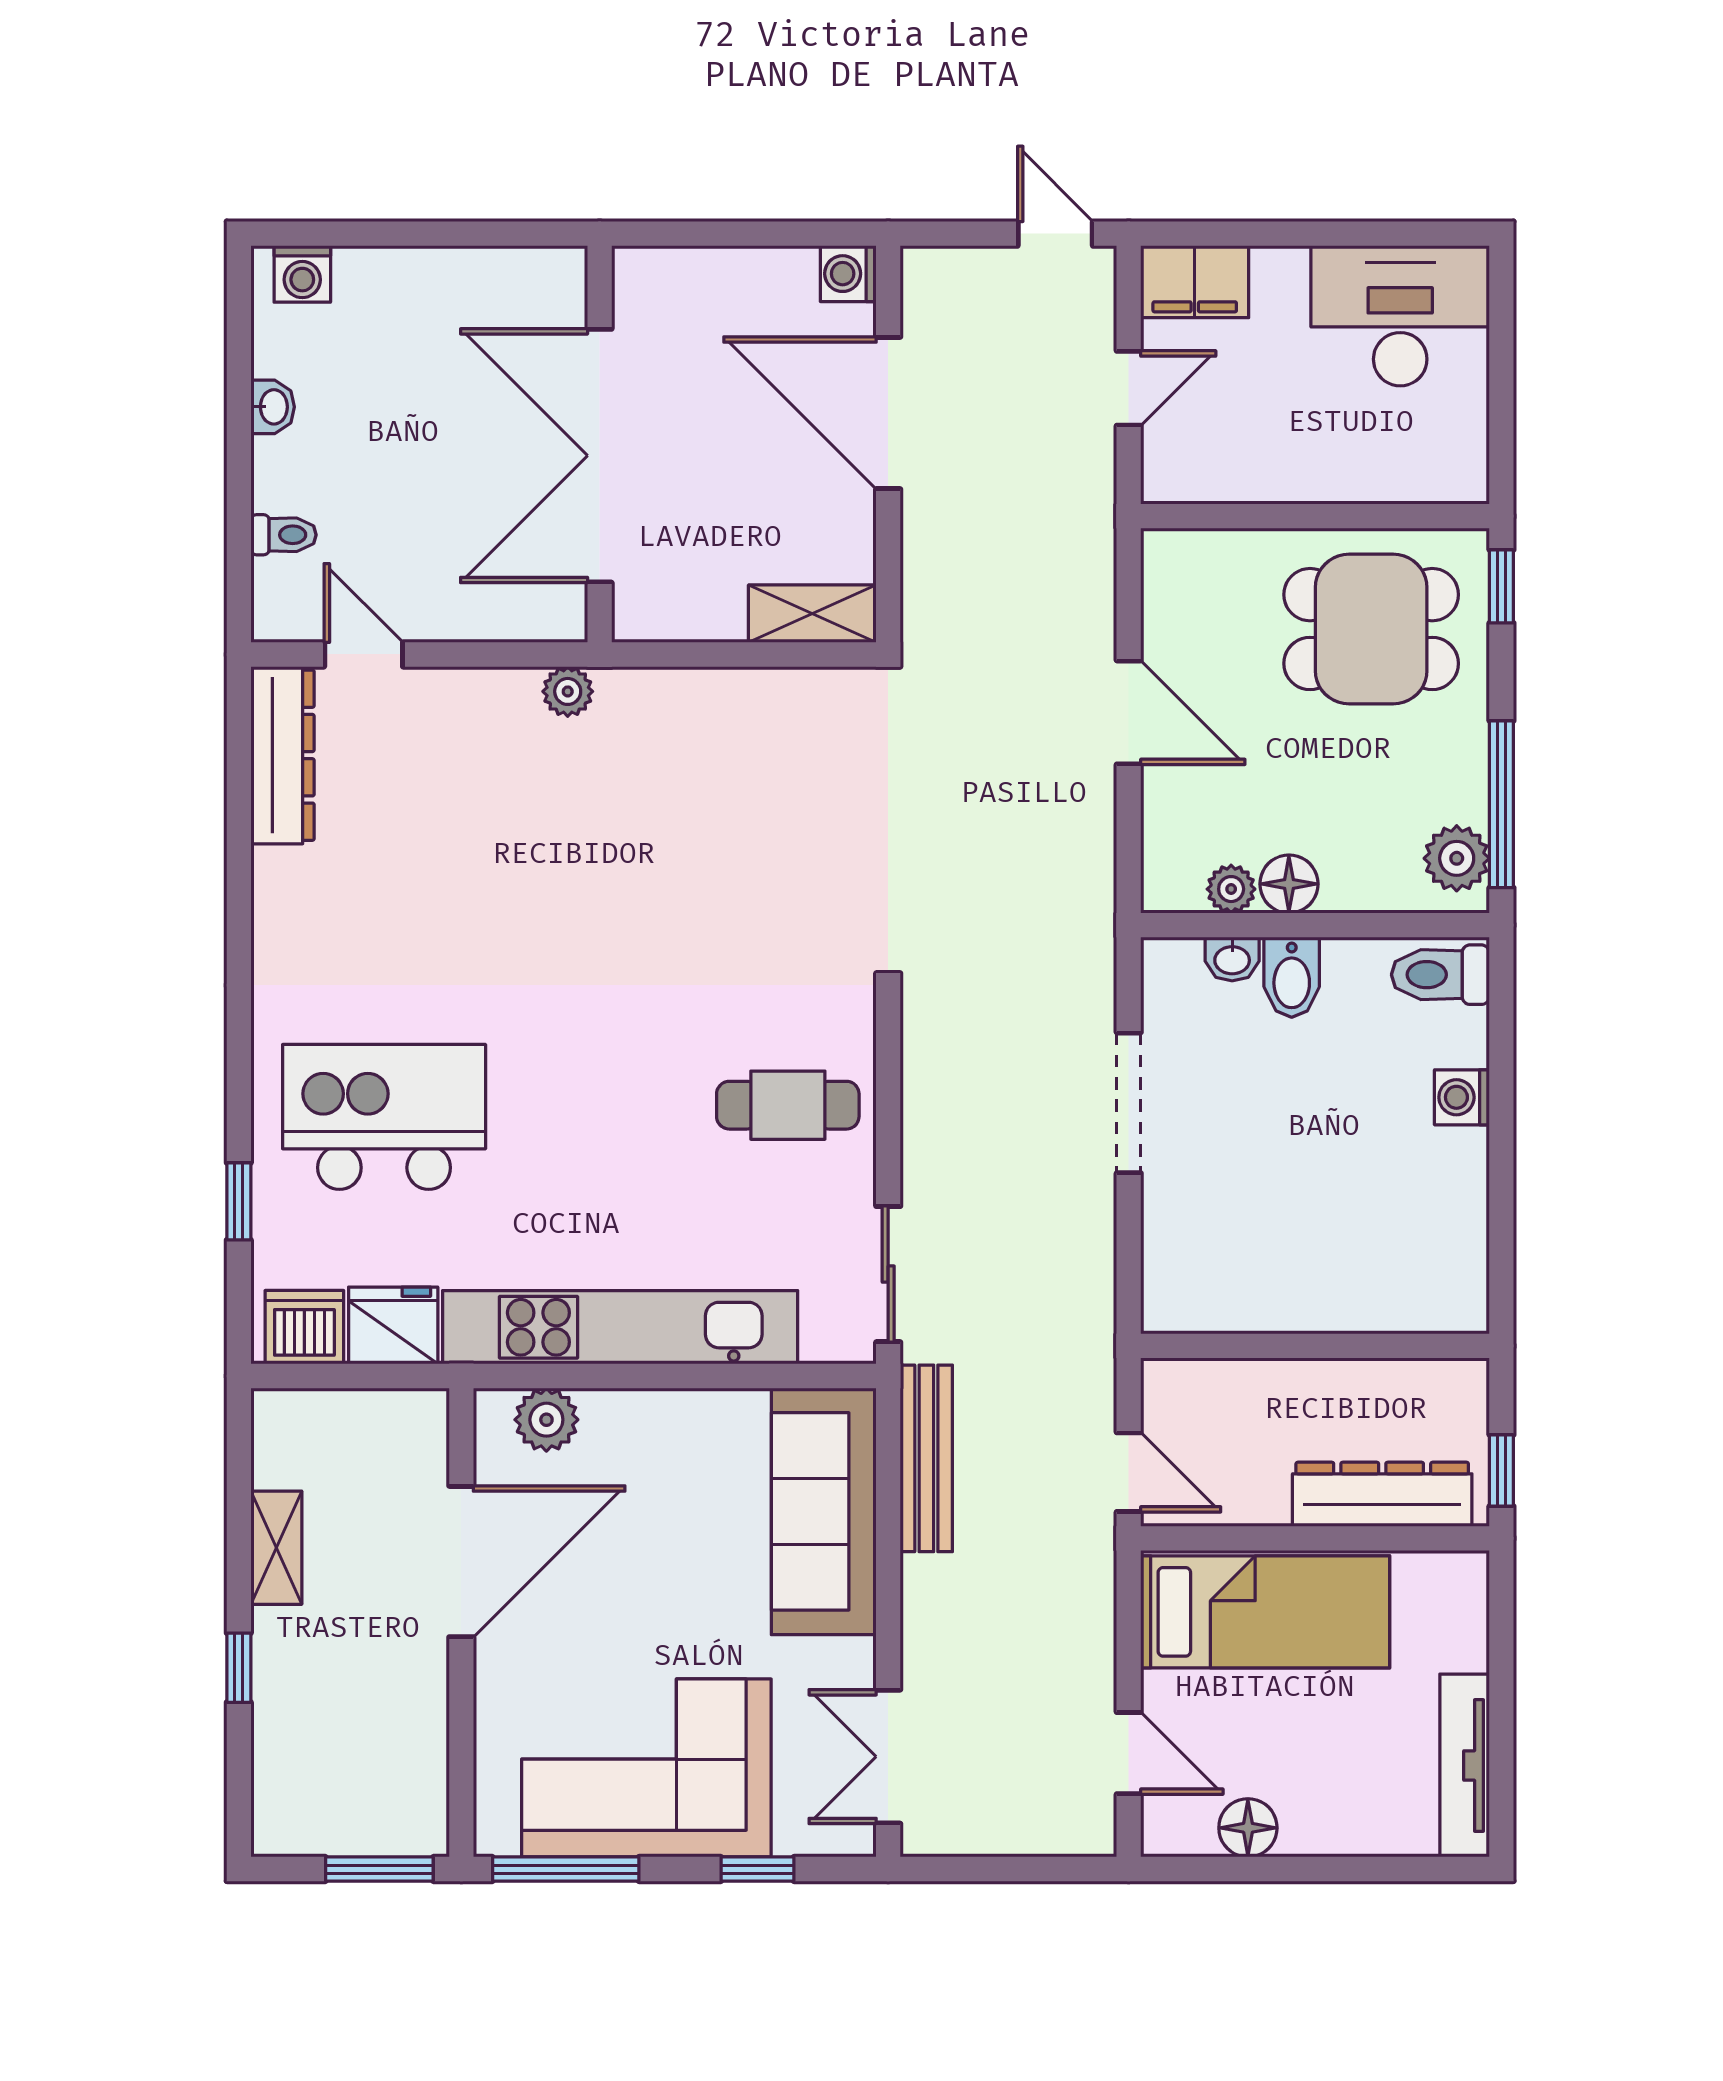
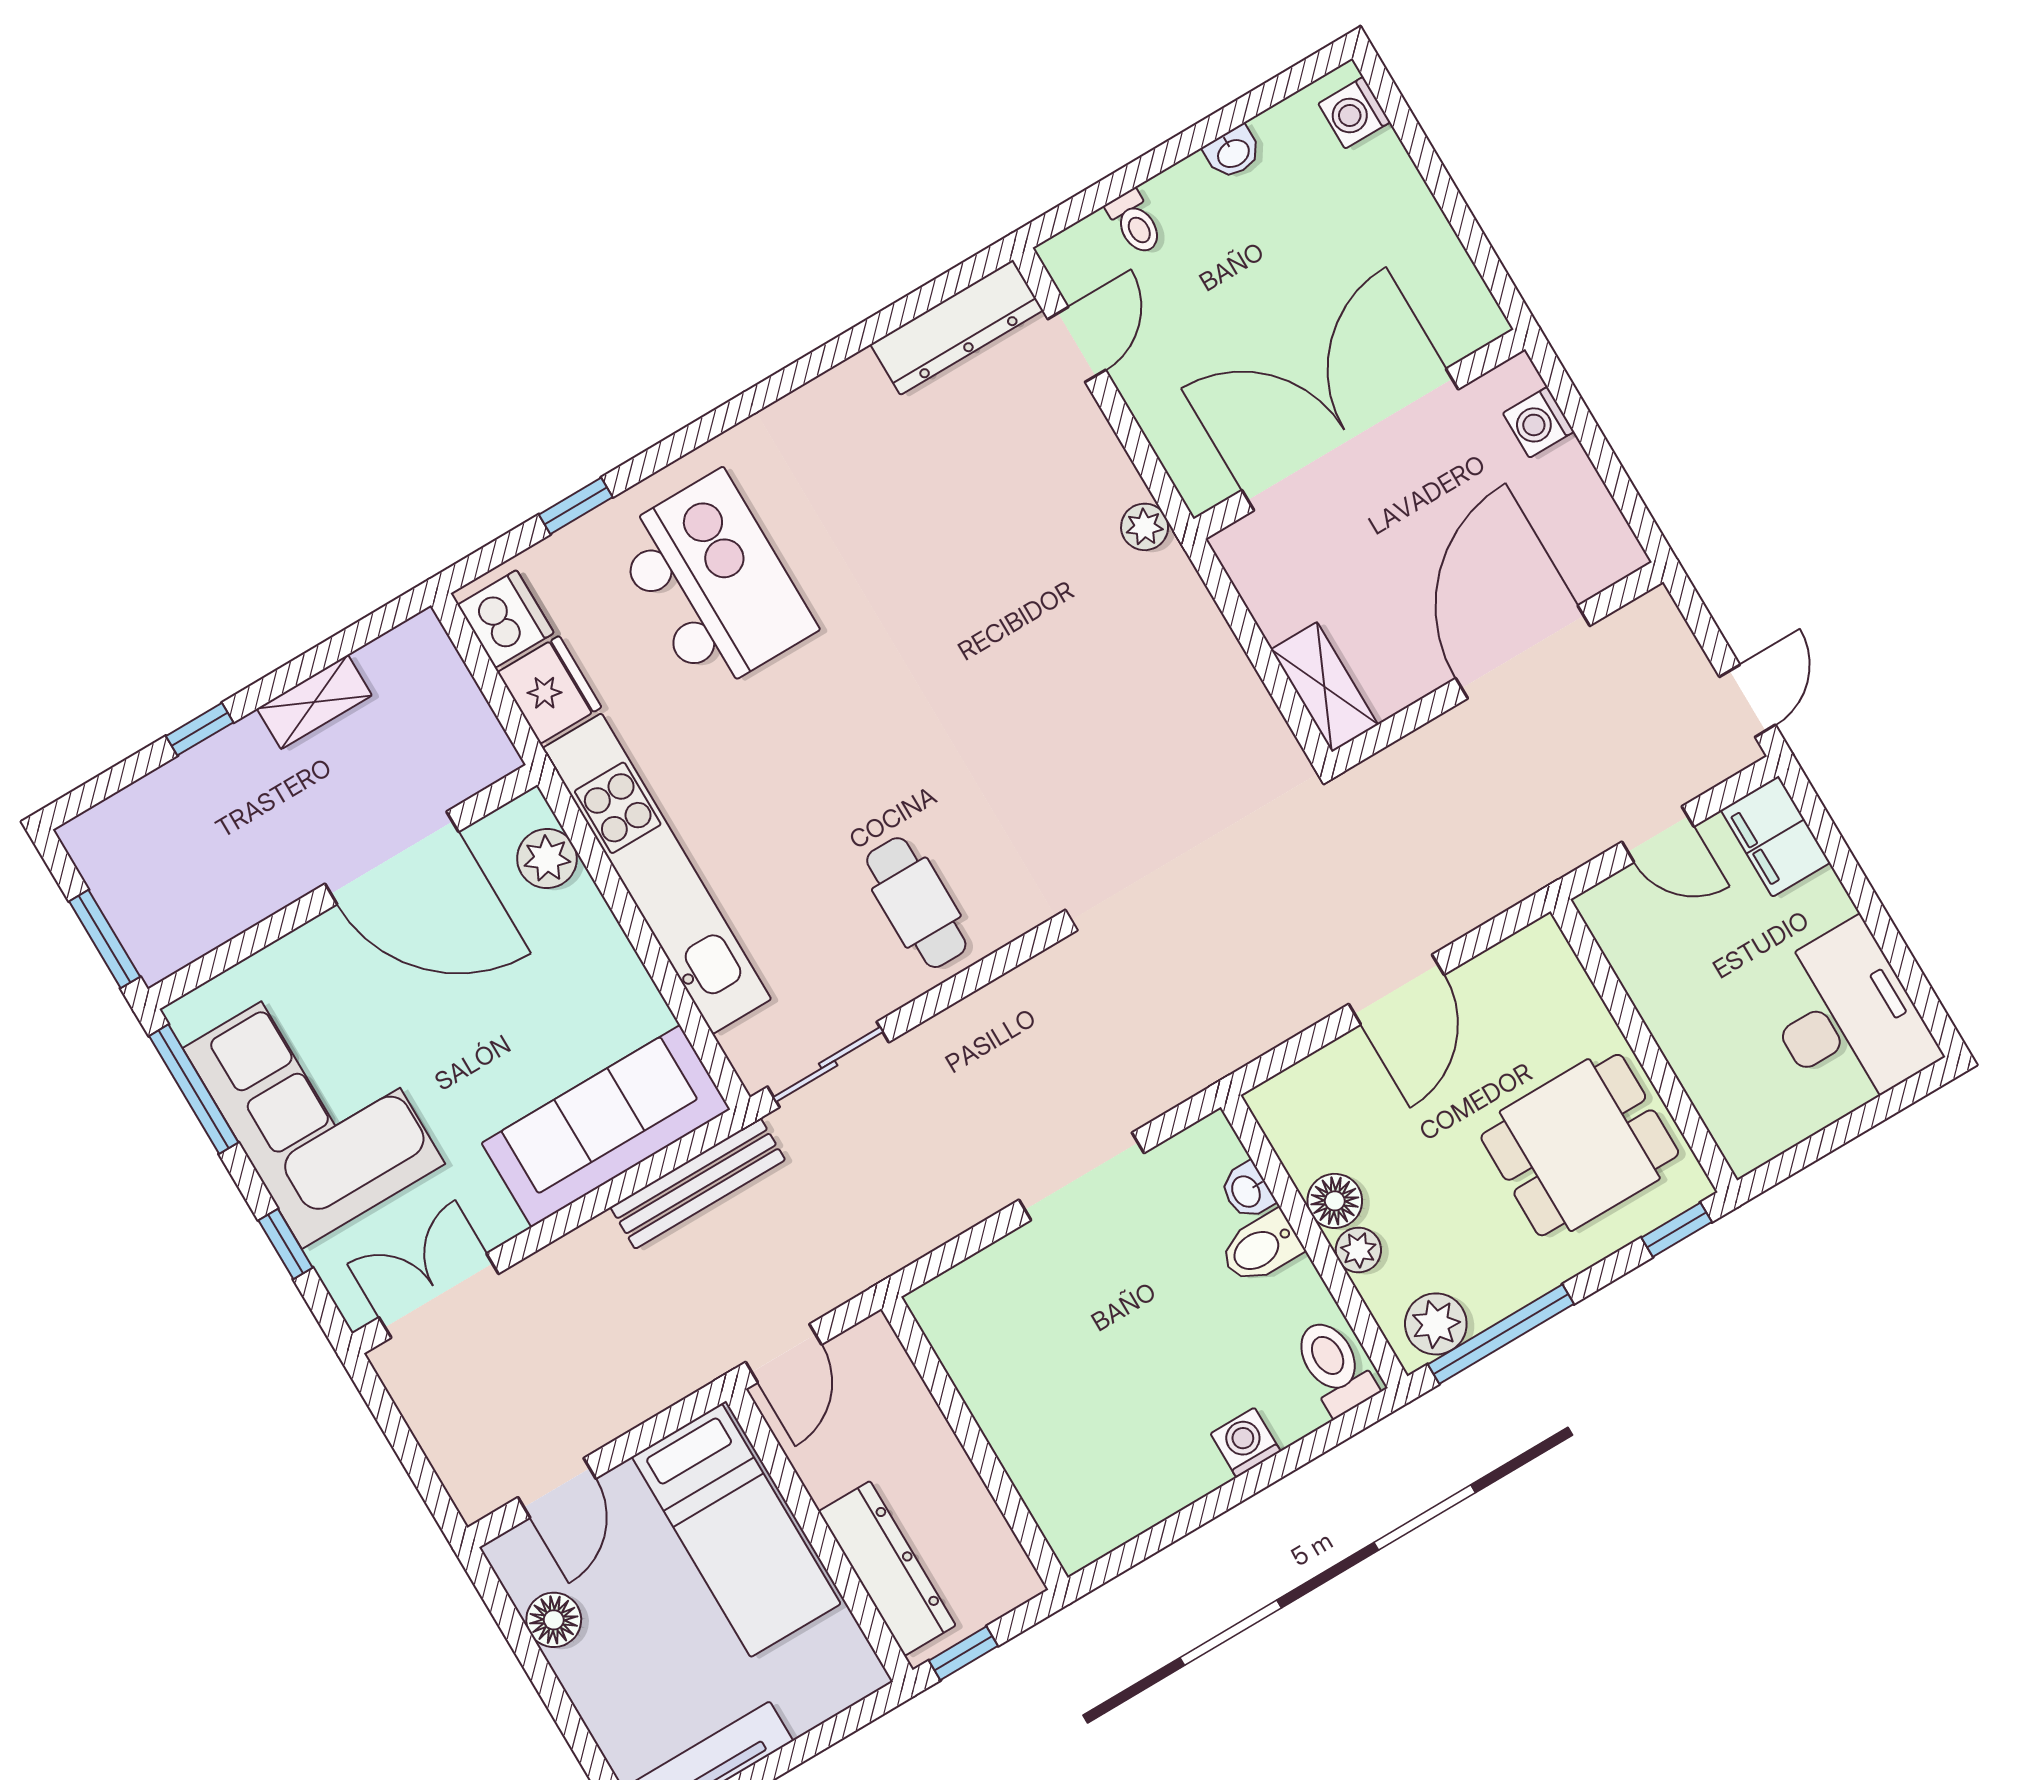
washing machine: (848, 274) -> (1538, 422), moved, turned -90
dining table: (1371, 629) -> (1580, 1145), turned 90
plant: (1231, 889) -> (1358, 1250), moved

